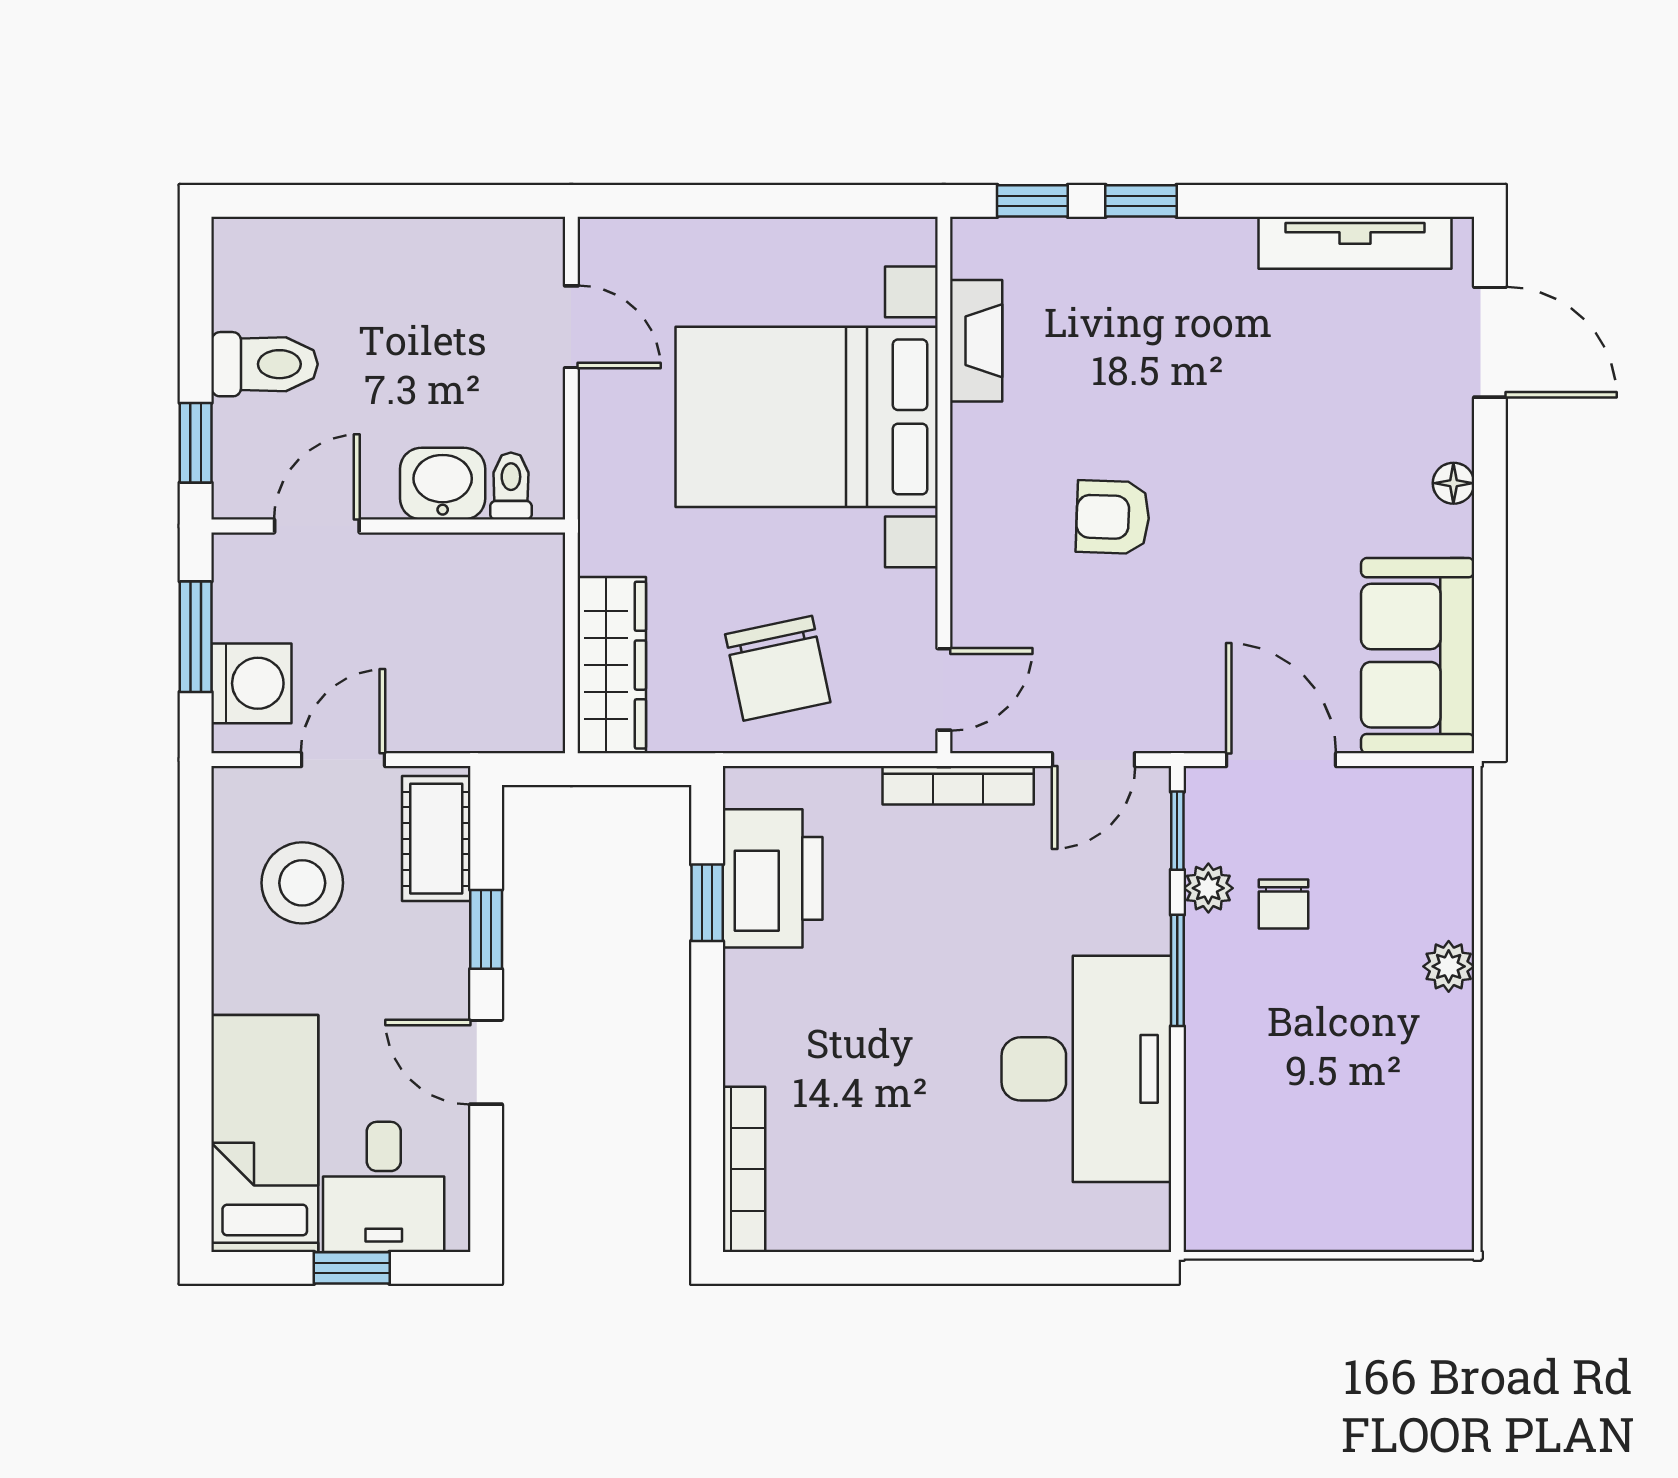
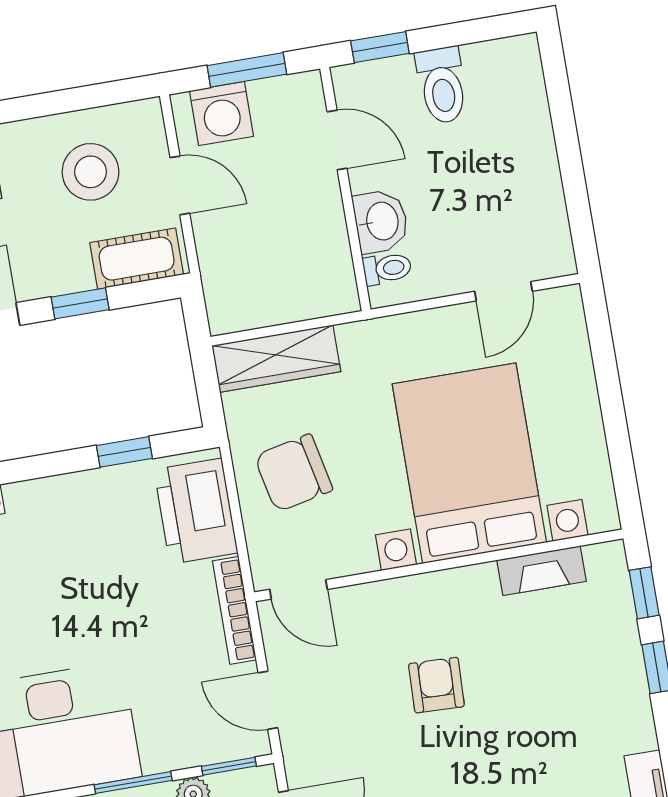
printer: (773, 878) -> (196, 511), moved, turned 90

